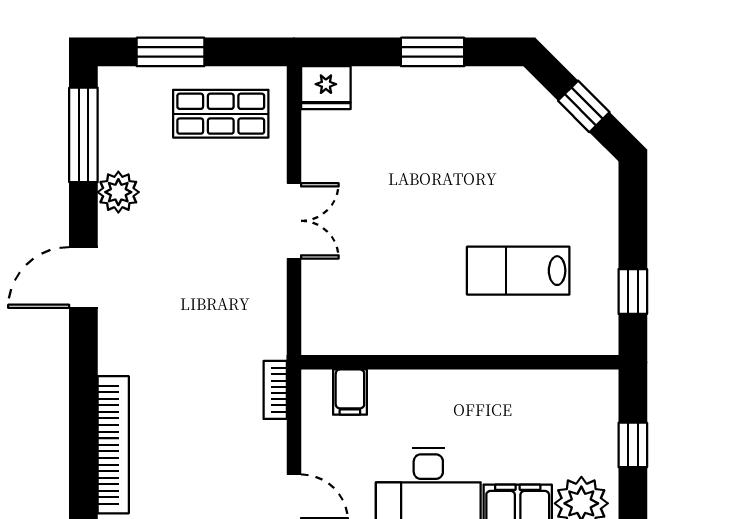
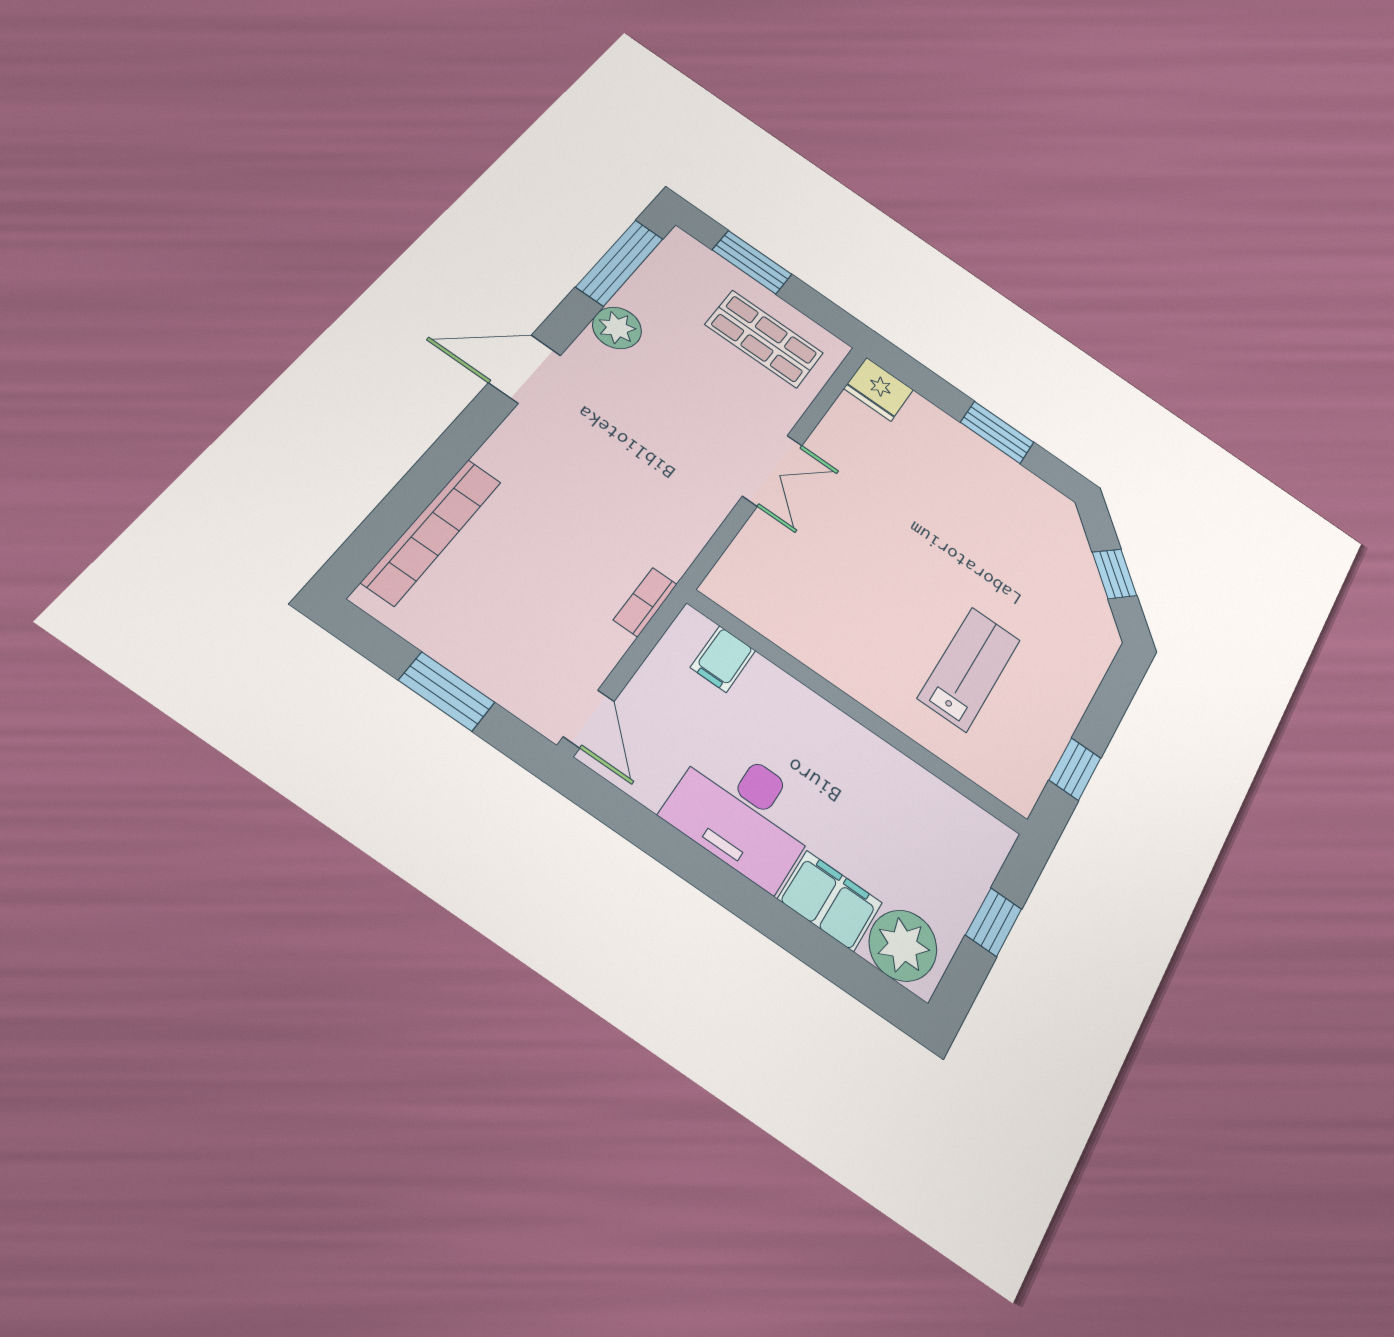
lab bench: (518, 271) -> (969, 669), turned 90

